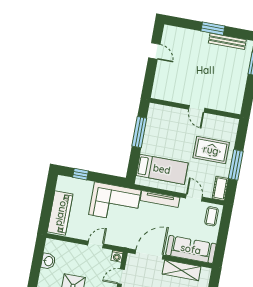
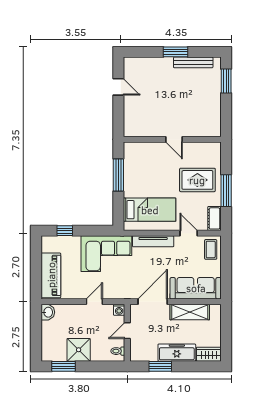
washbasin: (48, 261) -> (48, 312), moved

